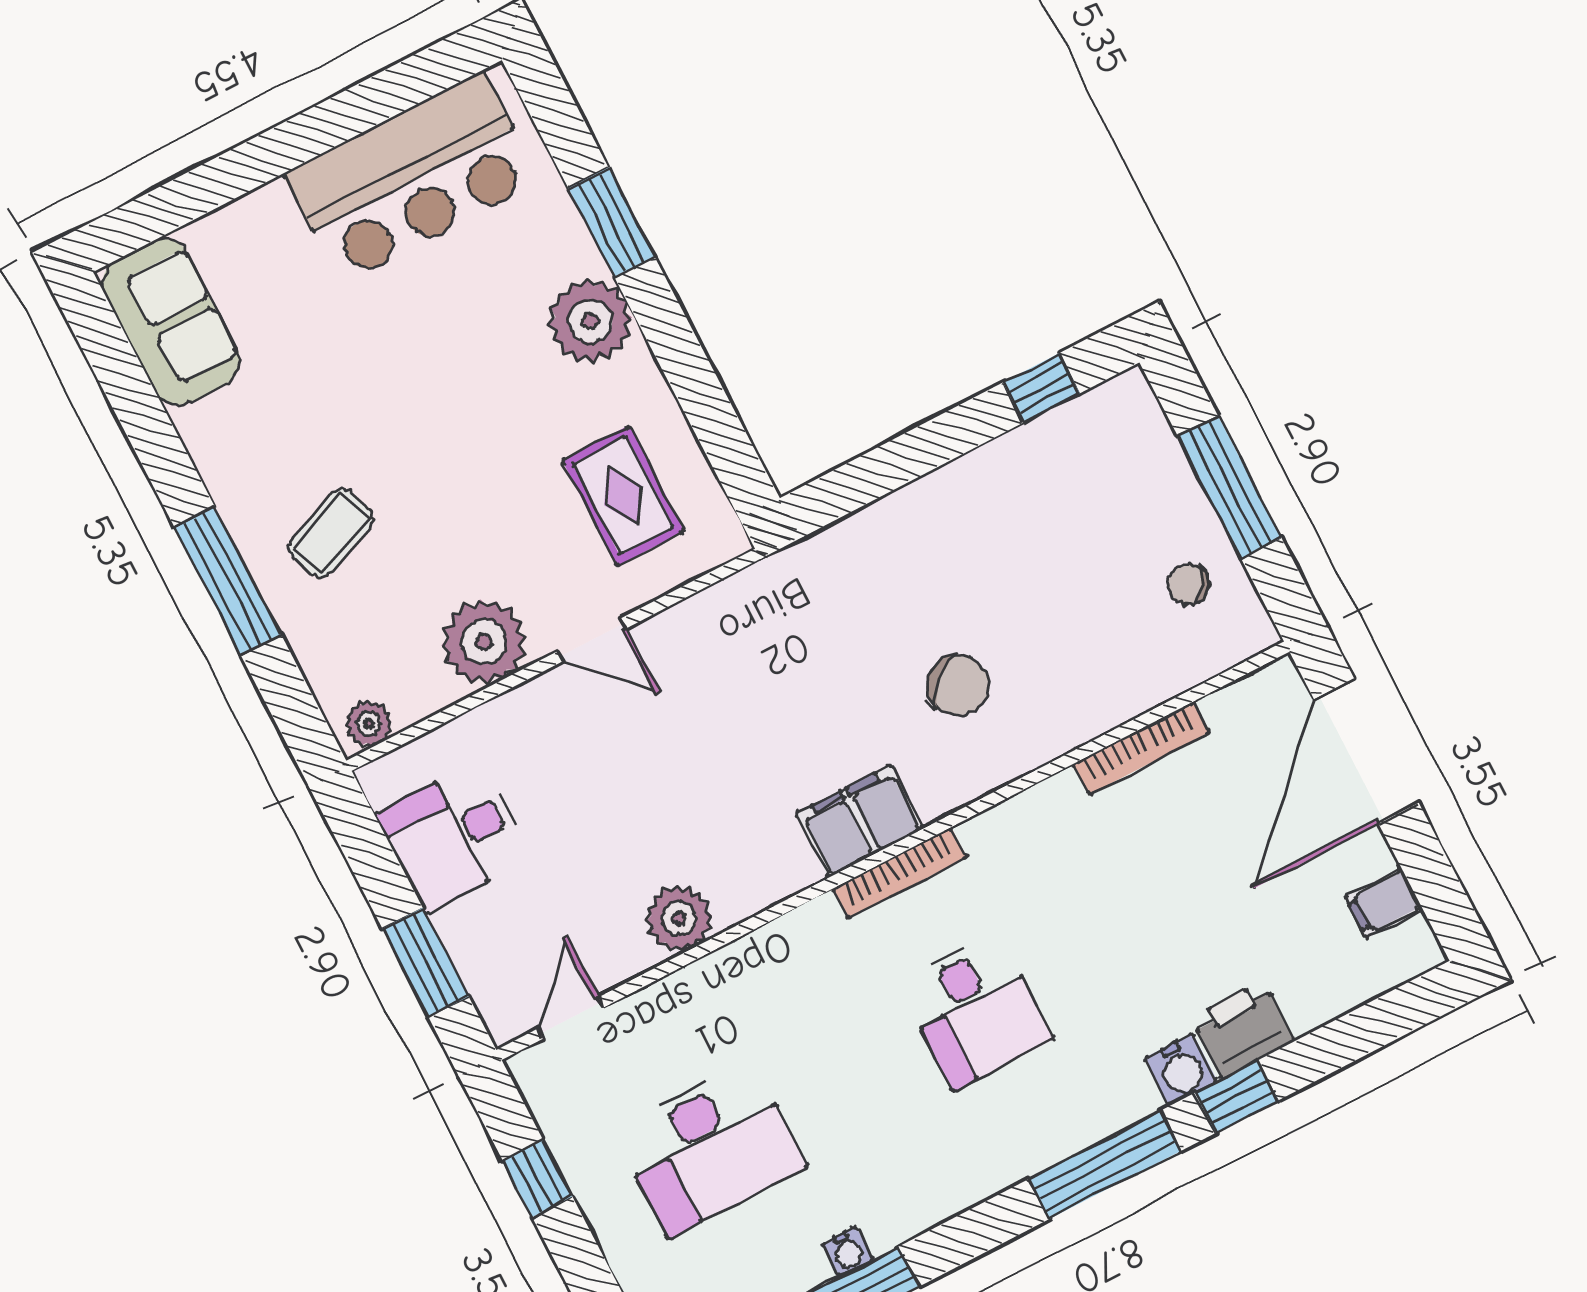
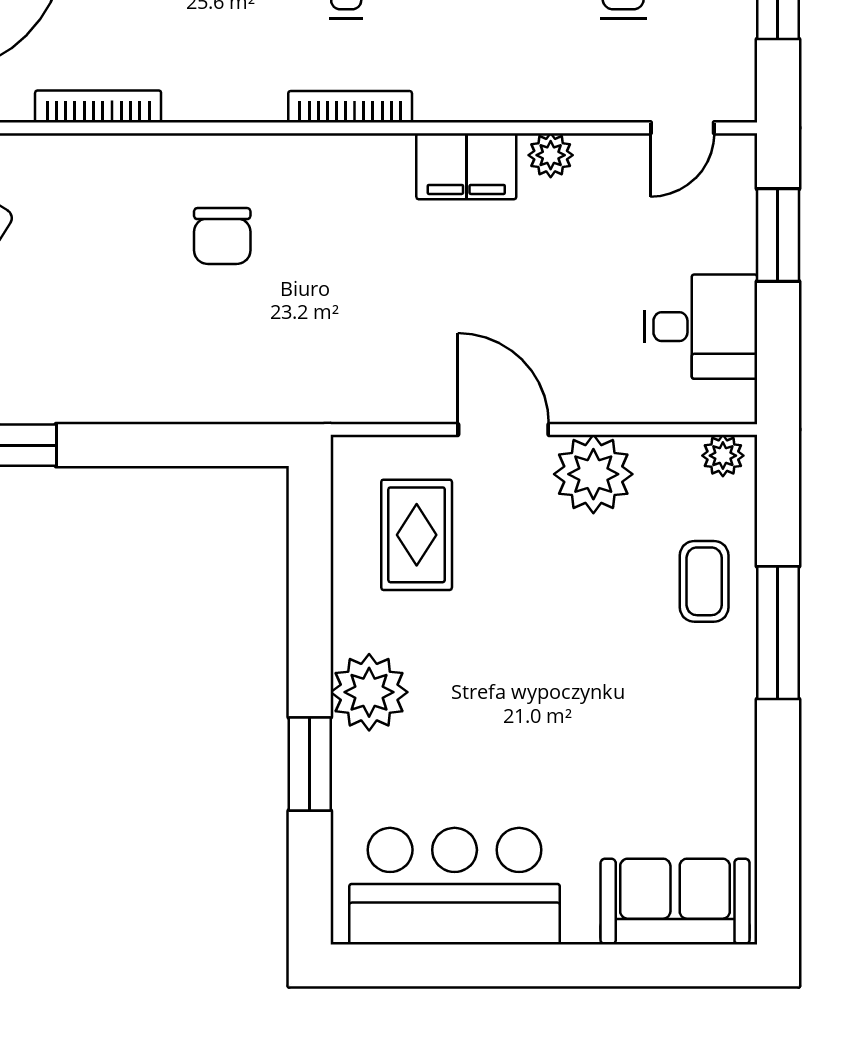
sofa: (171, 322) -> (675, 902), moved, turned 90
coffee table: (331, 533) -> (704, 581), moved, turned -68
door: (592, 640) -> (503, 430), width x1.38
chair: (958, 685) -> (222, 236), turned -137
filing cabinet: (860, 821) -> (466, 166), moved
plant: (679, 918) -> (551, 155), width x0.73, depth x0.73

